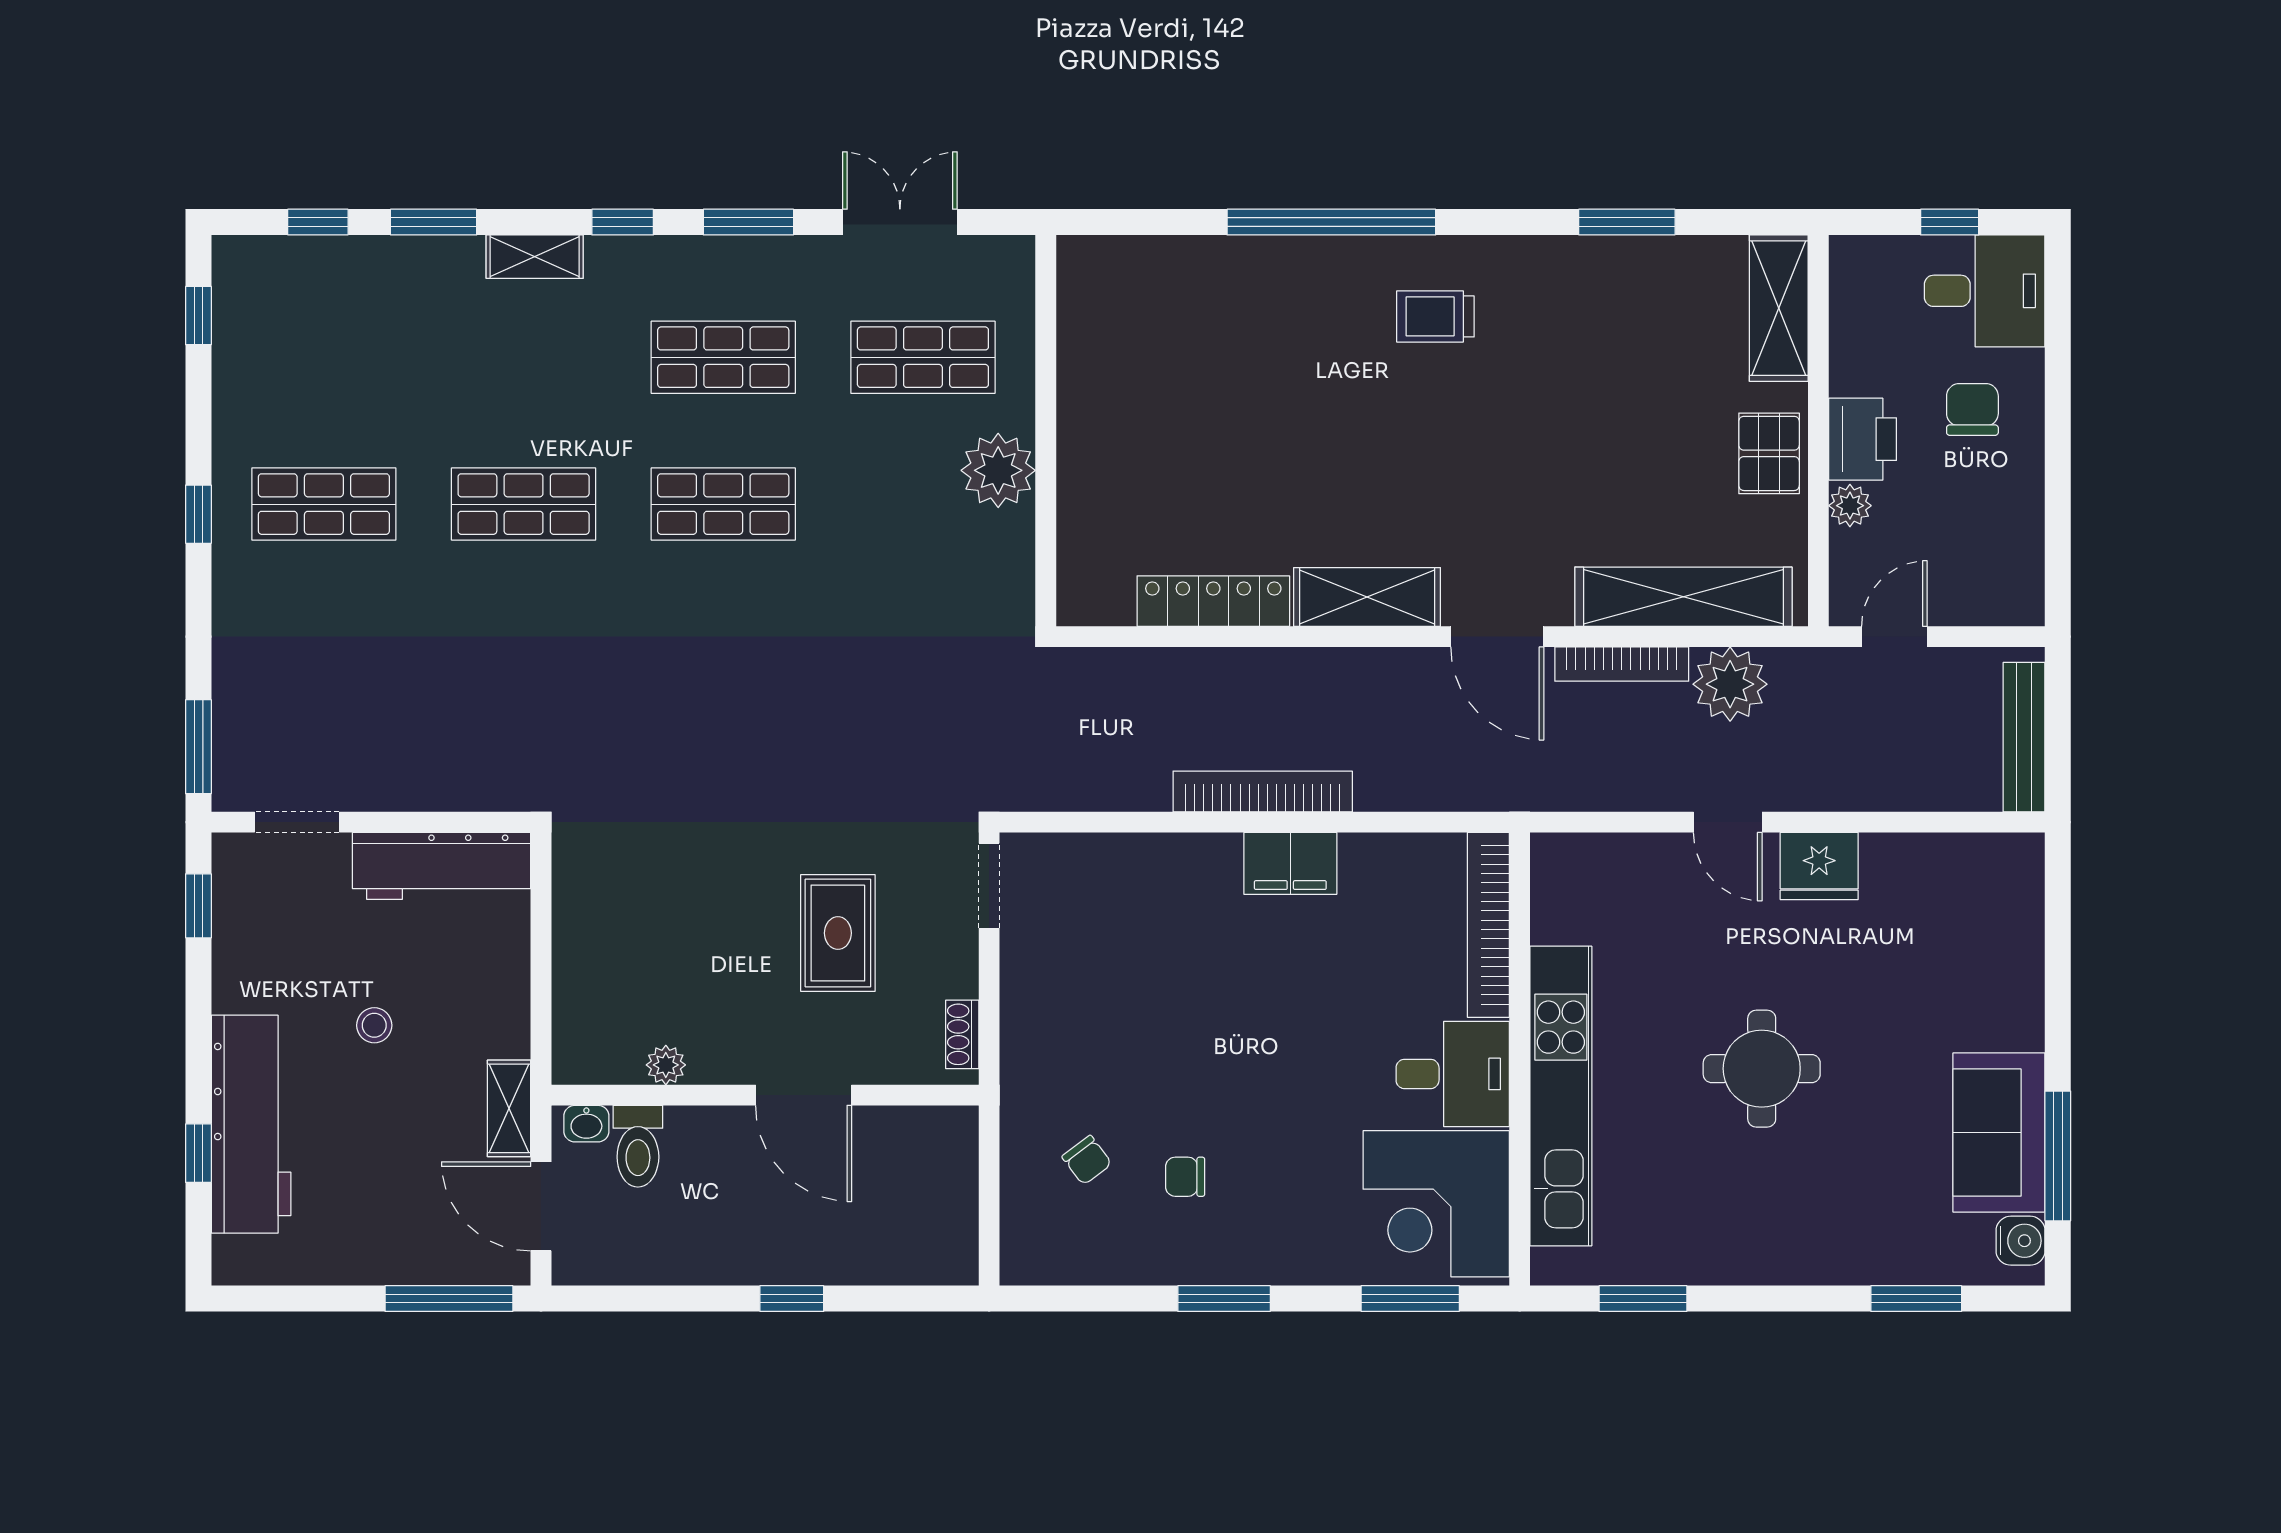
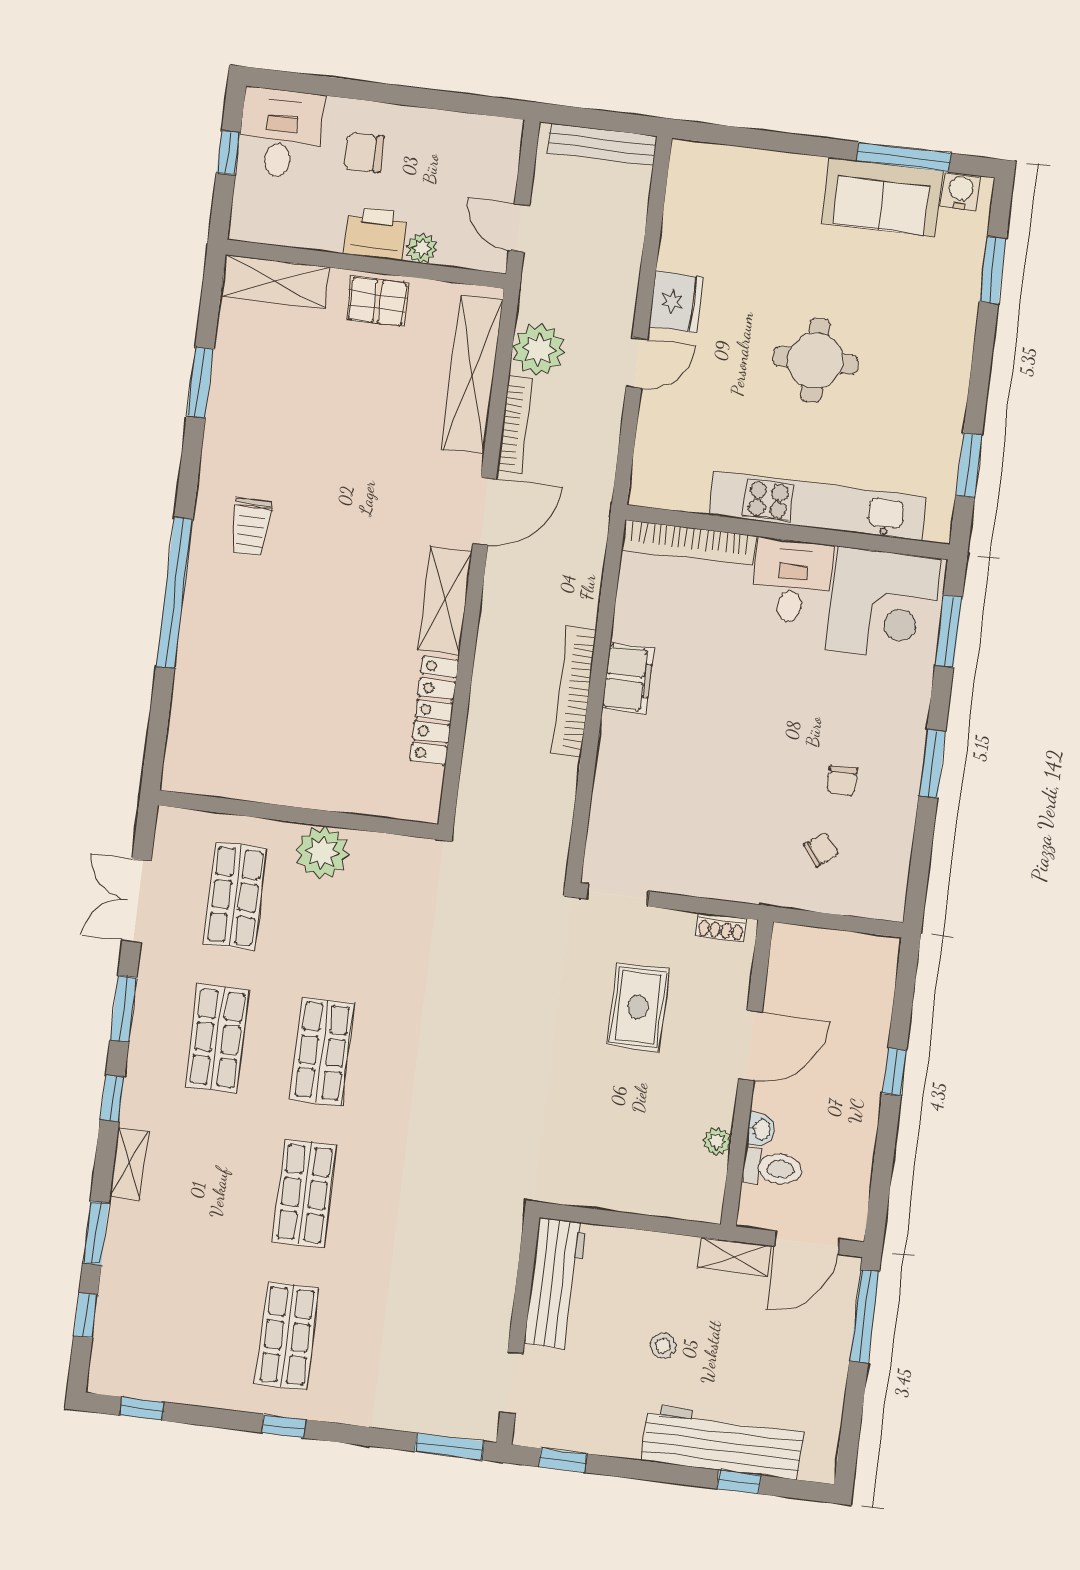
rug: (838, 933) -> (638, 1007), turned 90
washbasin: (586, 1124) -> (761, 1129), moved

